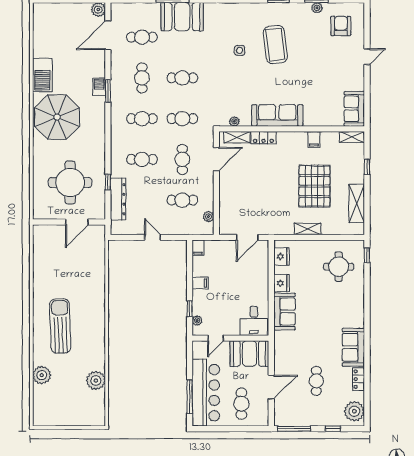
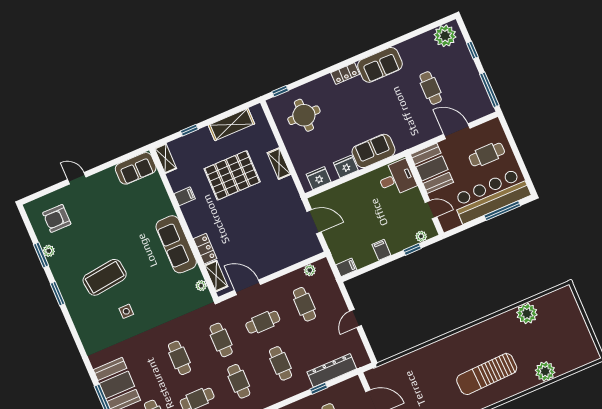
locker: (359, 379) -> (345, 73), moved
cafe table: (316, 381) -> (431, 88), turned 90

